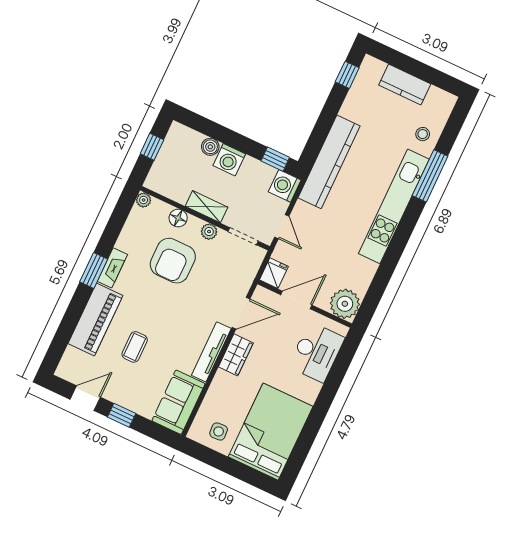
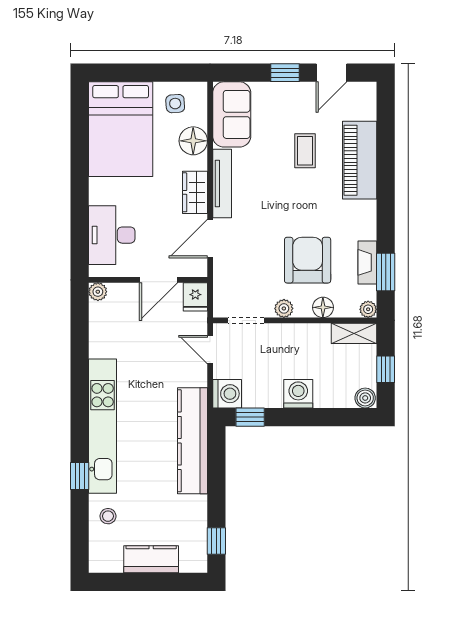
boiler: (210, 147) -> (365, 398), moved
window: (430, 176) -> (80, 476), width x0.46
shelving: (207, 207) -> (354, 333), moved
fireplace: (112, 268) -> (367, 262), moved
window: (94, 271) -> (386, 272), moved
plant: (345, 304) -> (98, 292), width x0.53, depth x0.53
floor lamp: (218, 396) -> (193, 141), added

